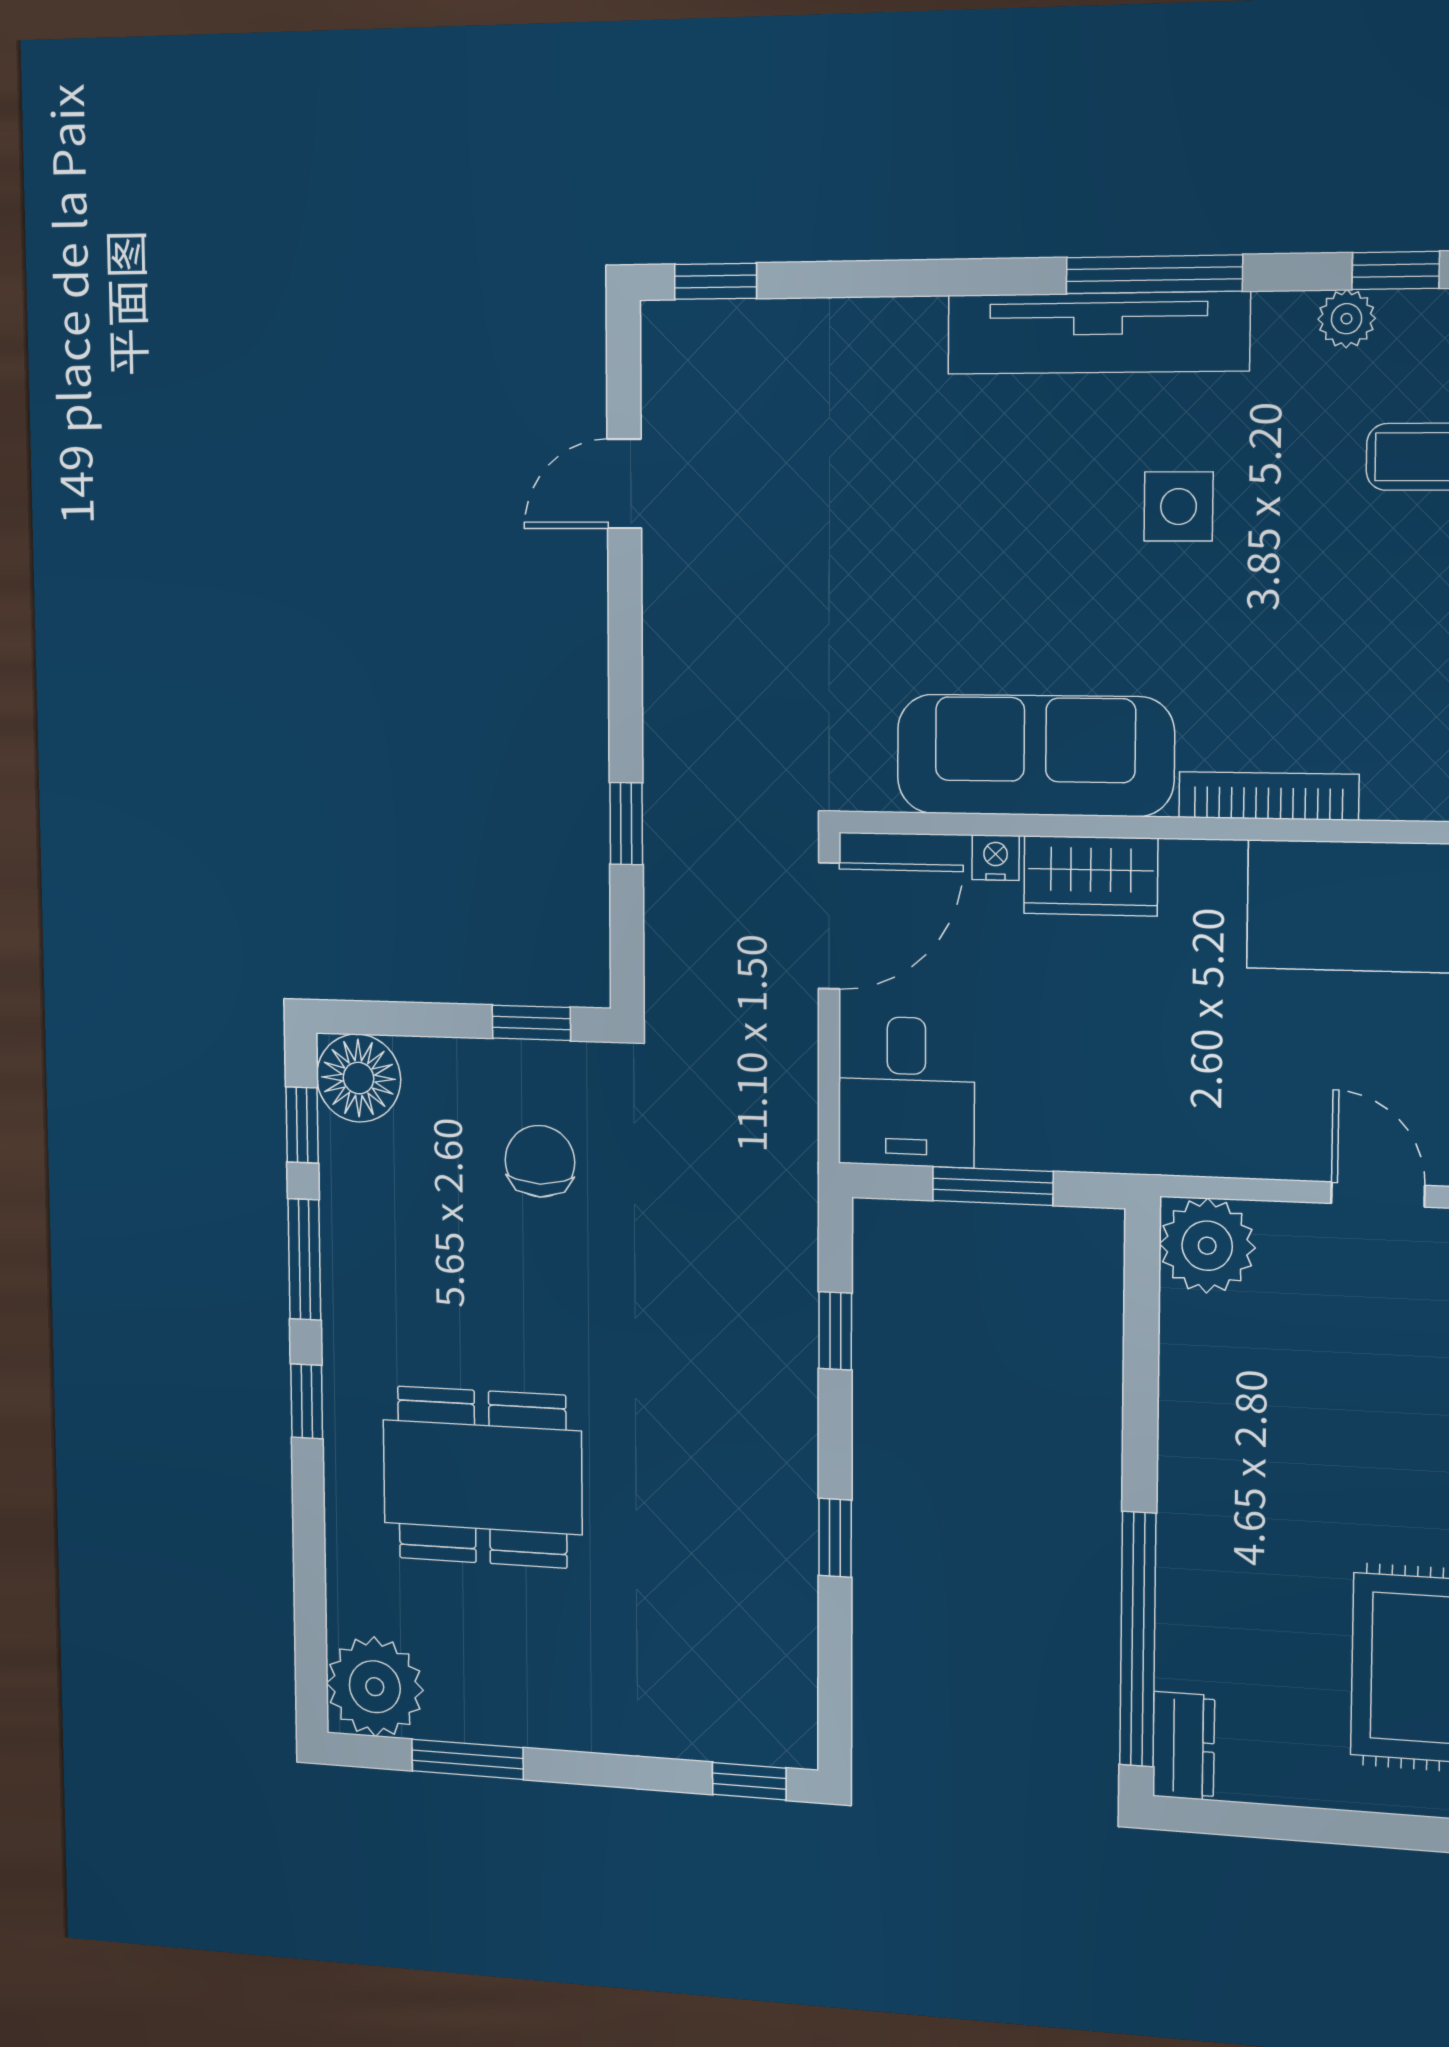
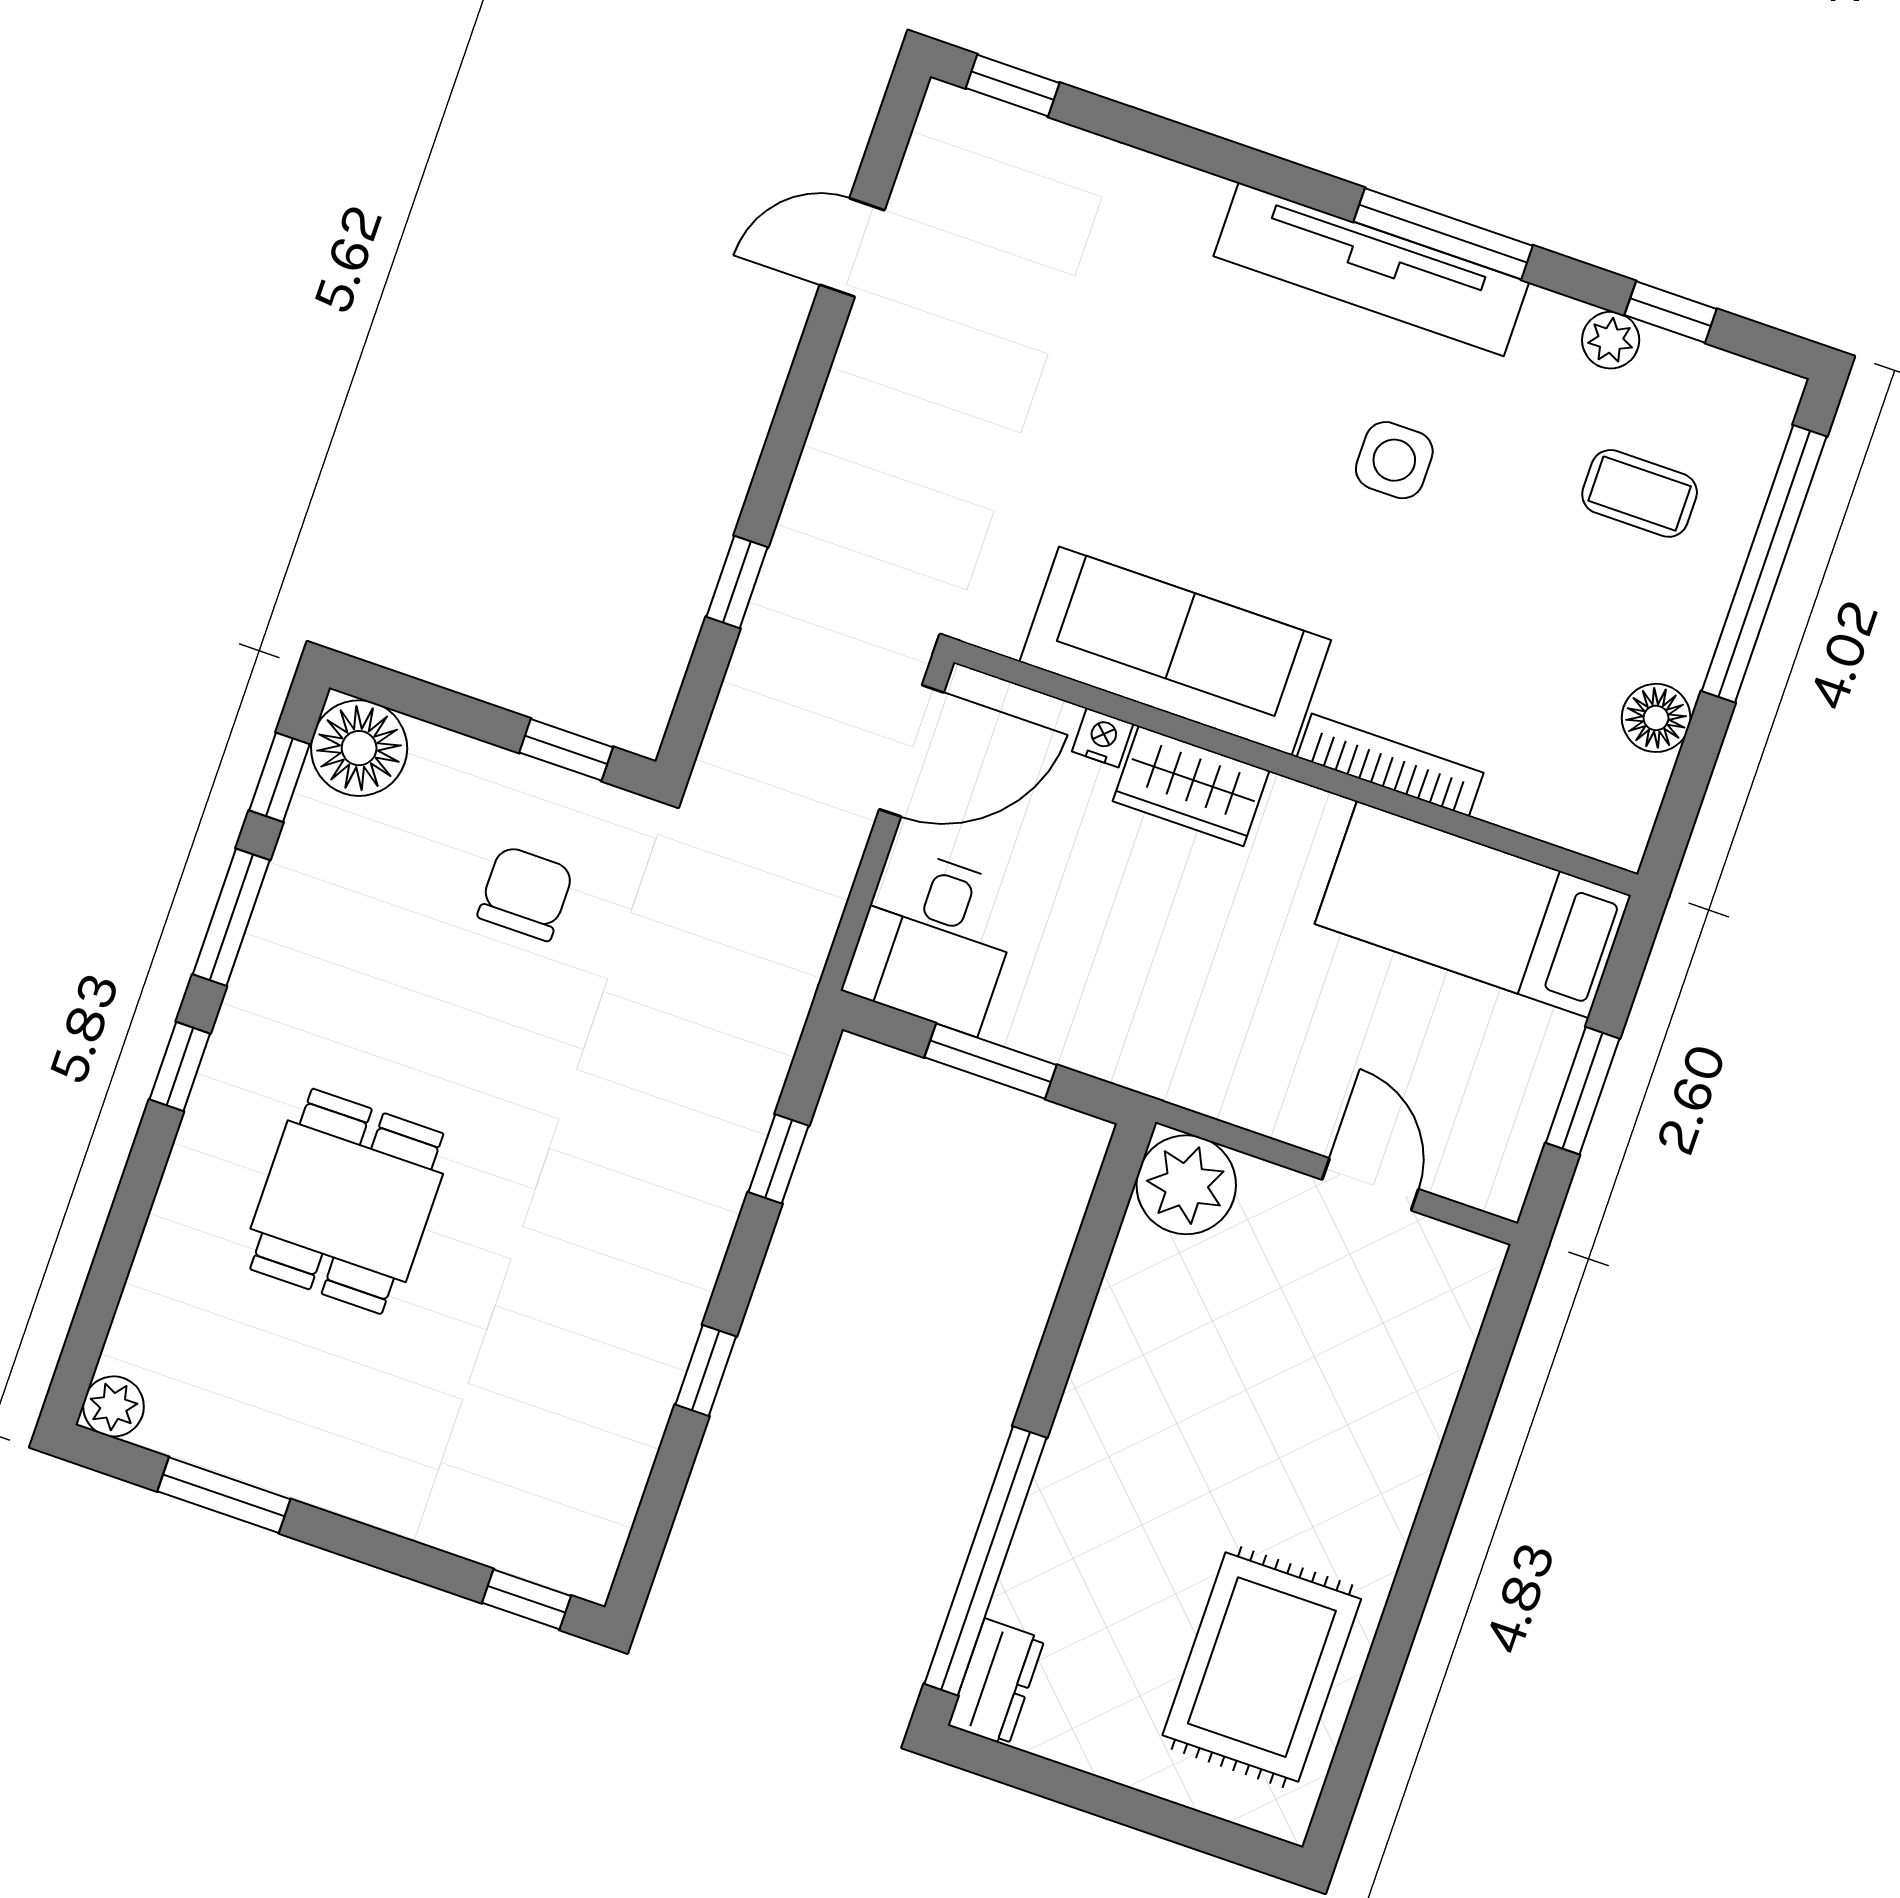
dining table: (482, 1477) -> (347, 1201), width x0.73
plant: (375, 1687) -> (114, 1406), width x0.53, depth x0.53

